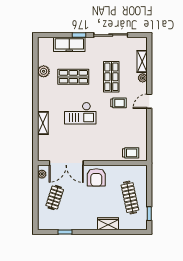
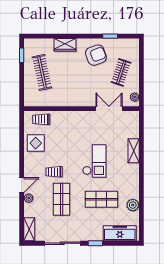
freezer: (69, 44) -> (120, 233), moved
shelving: (142, 61) -> (29, 229), moved
door: (149, 101) -> (22, 185), moved
checkout: (80, 113) -> (94, 161), turned 90
display table: (136, 130) -> (36, 143), added
double door: (66, 163) -> (109, 109), width x0.73
armchair: (96, 177) -> (96, 55), moved, turned 70

